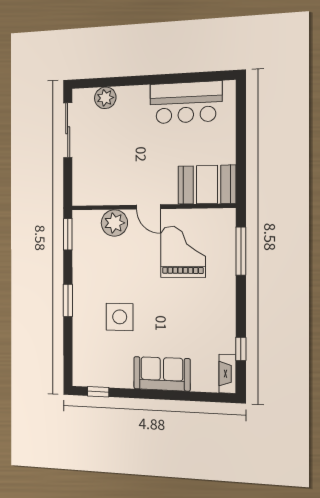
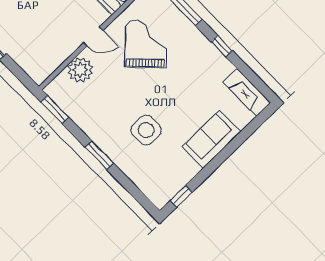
grand piano: (183, 252) -> (146, 44), turned 46
window: (241, 349) -> (222, 46), moved
fireplace: (228, 374) -> (247, 92), width x1.37, depth x1.32

